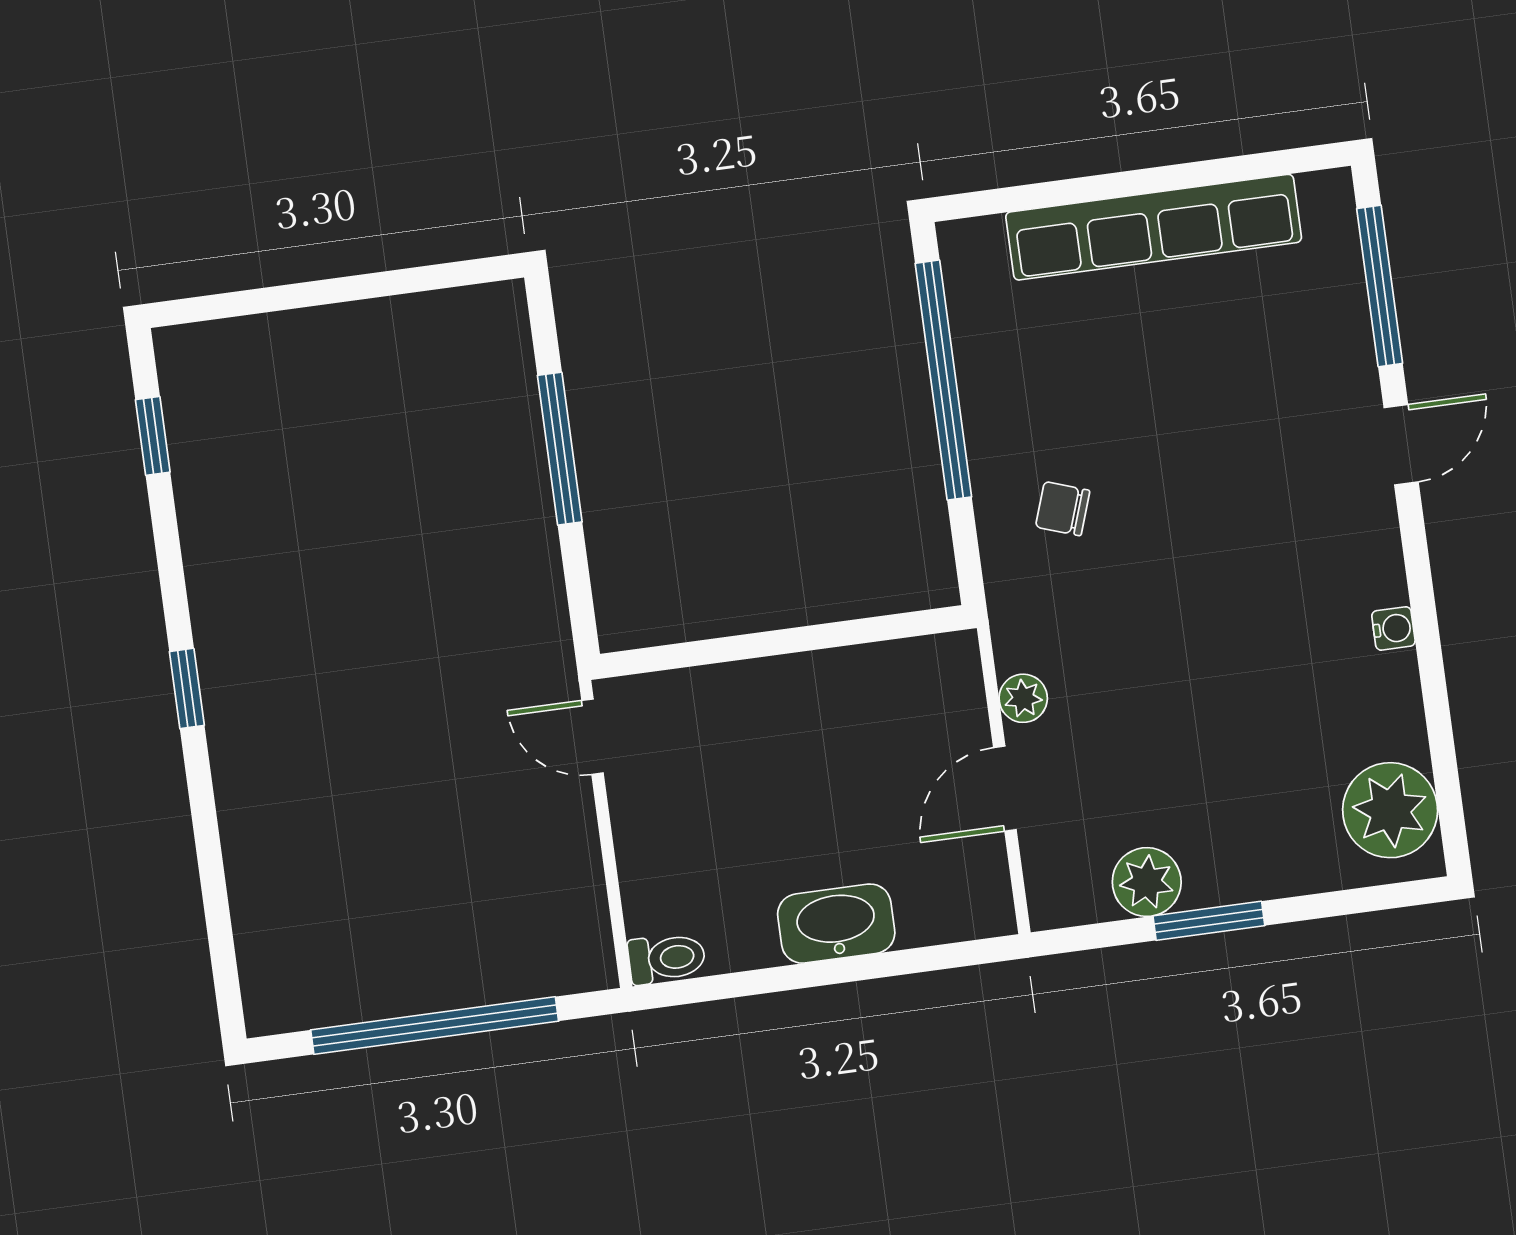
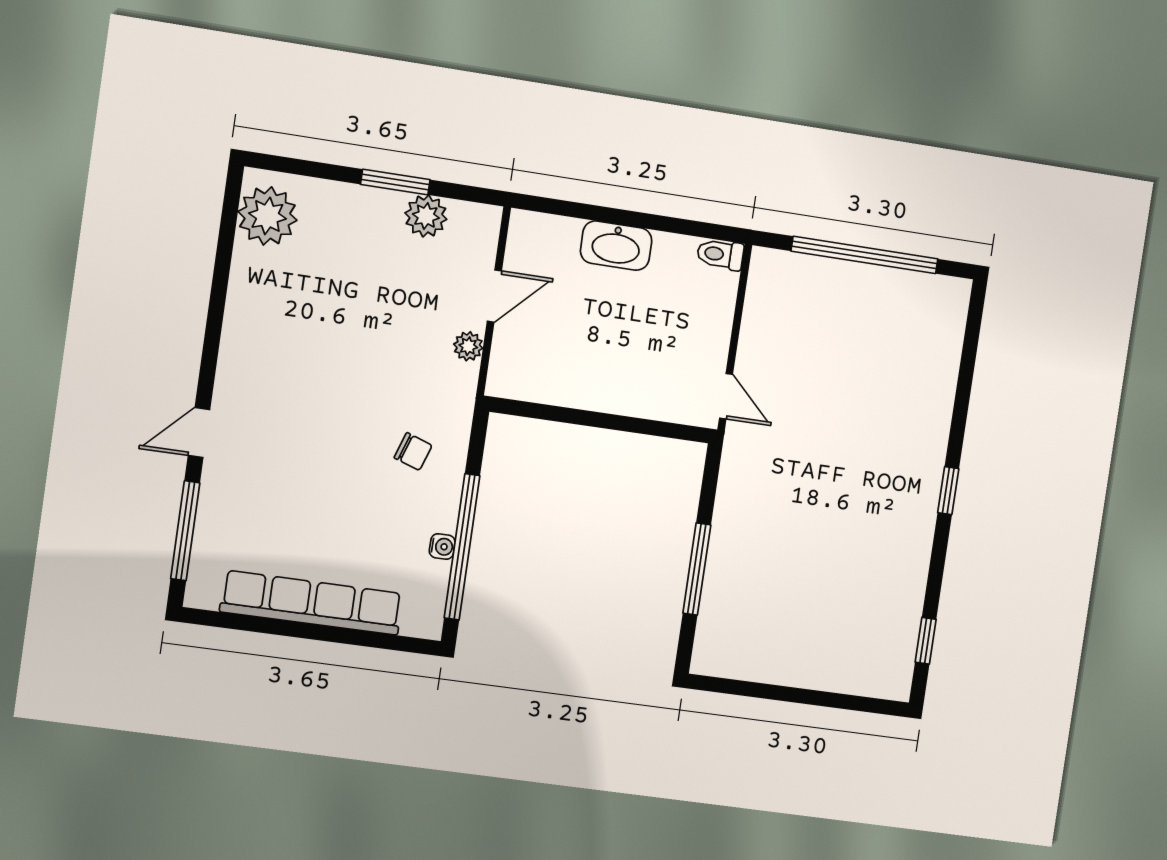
water cooler: (1393, 628) -> (442, 547), moved, turned 180

